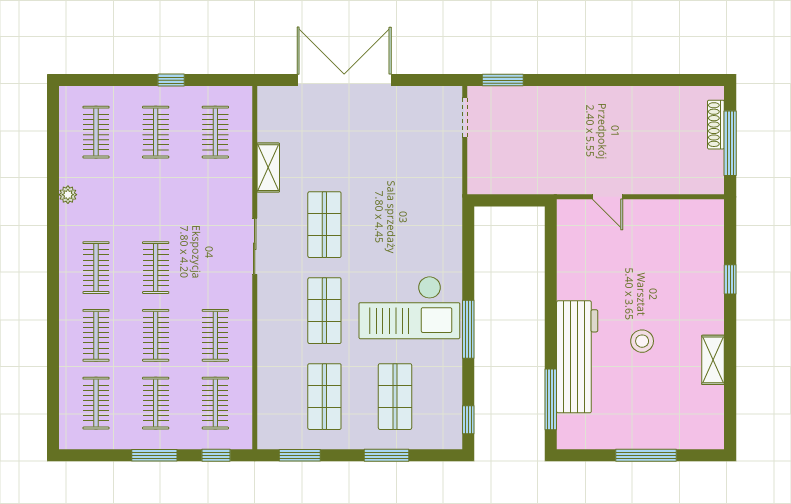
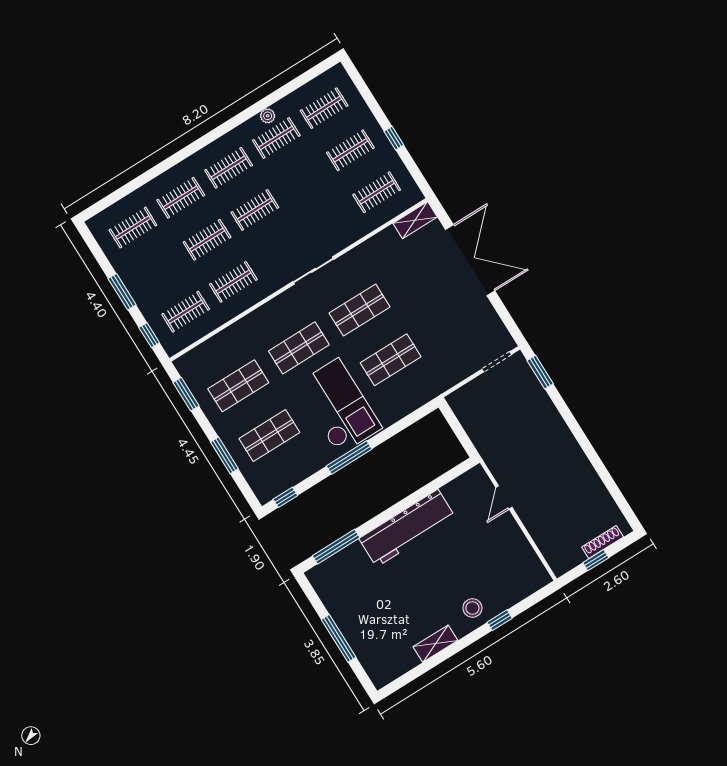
window: (730, 143) -> (596, 560), width x0.46
shelving: (268, 168) -> (415, 220), moved
shop shelf: (395, 225) -> (391, 360), added
checkout: (409, 308) -> (338, 406), turned 180
stool: (642, 341) -> (472, 608), moved
workbench: (577, 357) -> (407, 528), moved
clothes rail: (156, 403) -> (276, 138), moved

